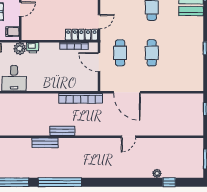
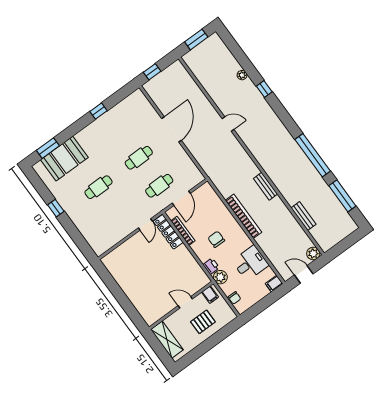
door: (99, 22) -> (145, 225), swing flipped
chair: (50, 66) -> (216, 239), added
door: (127, 92) -> (172, 129), moved
bookcase: (81, 98) -> (243, 216), moved
bench: (45, 143) -> (304, 216), moved
window: (169, 182) -> (264, 89), moved

